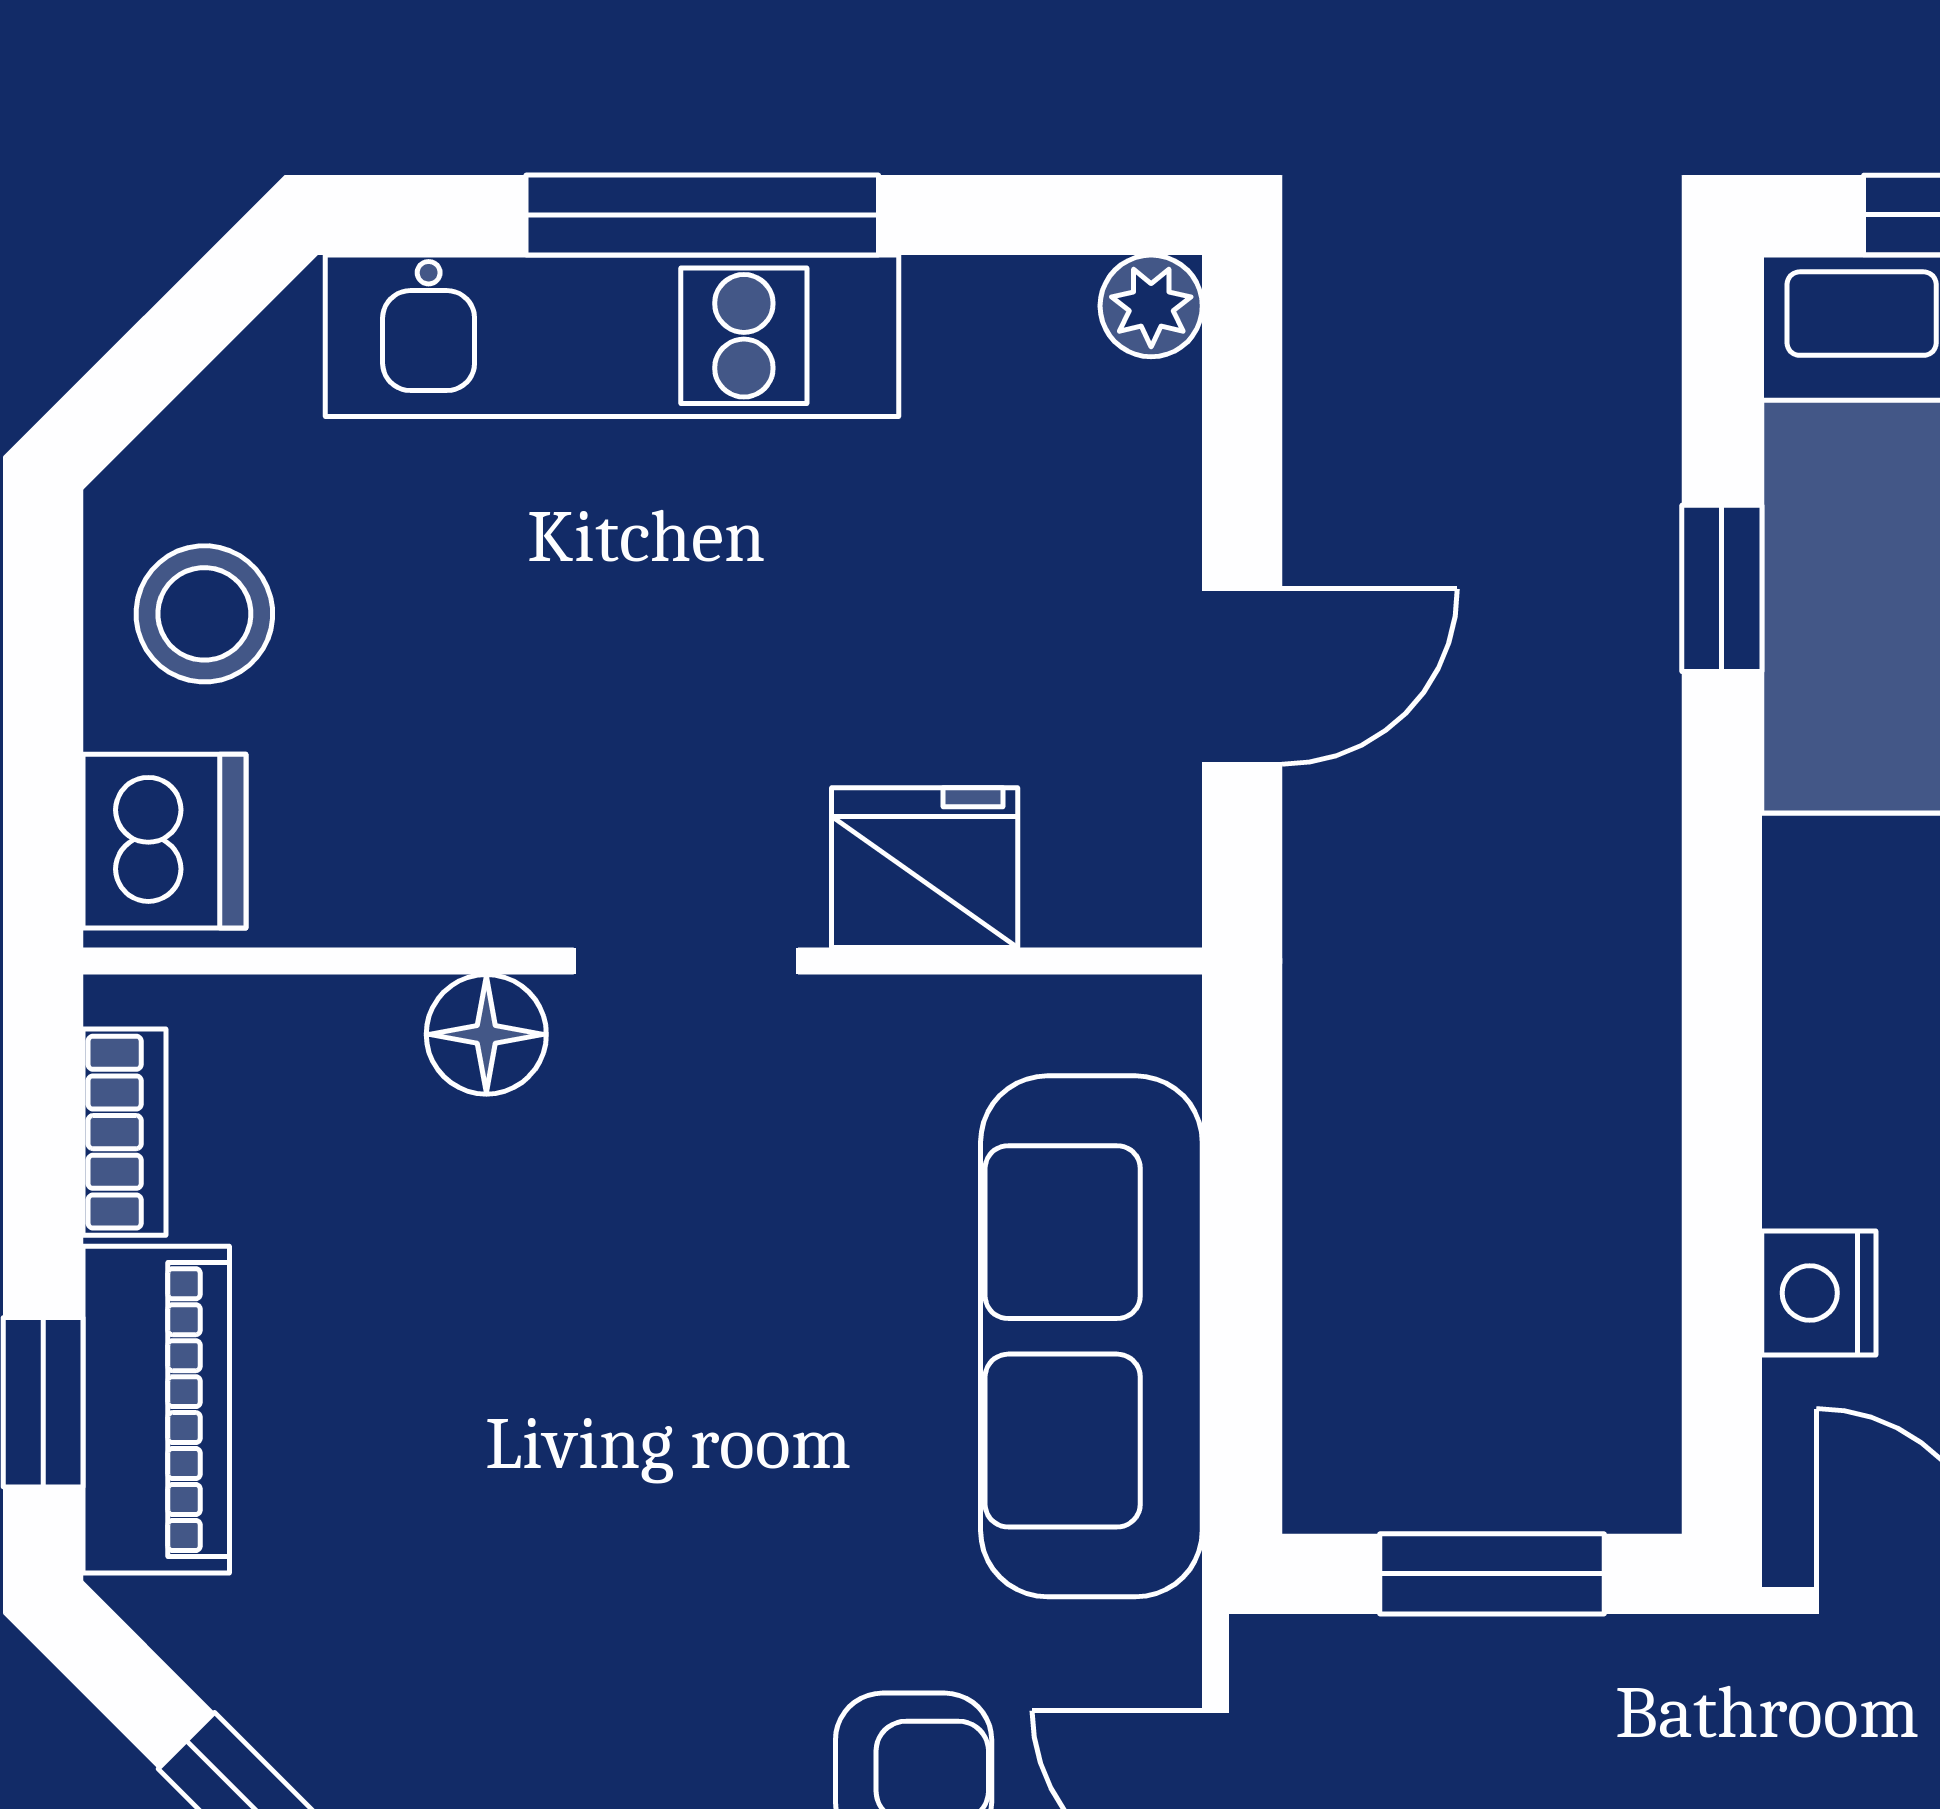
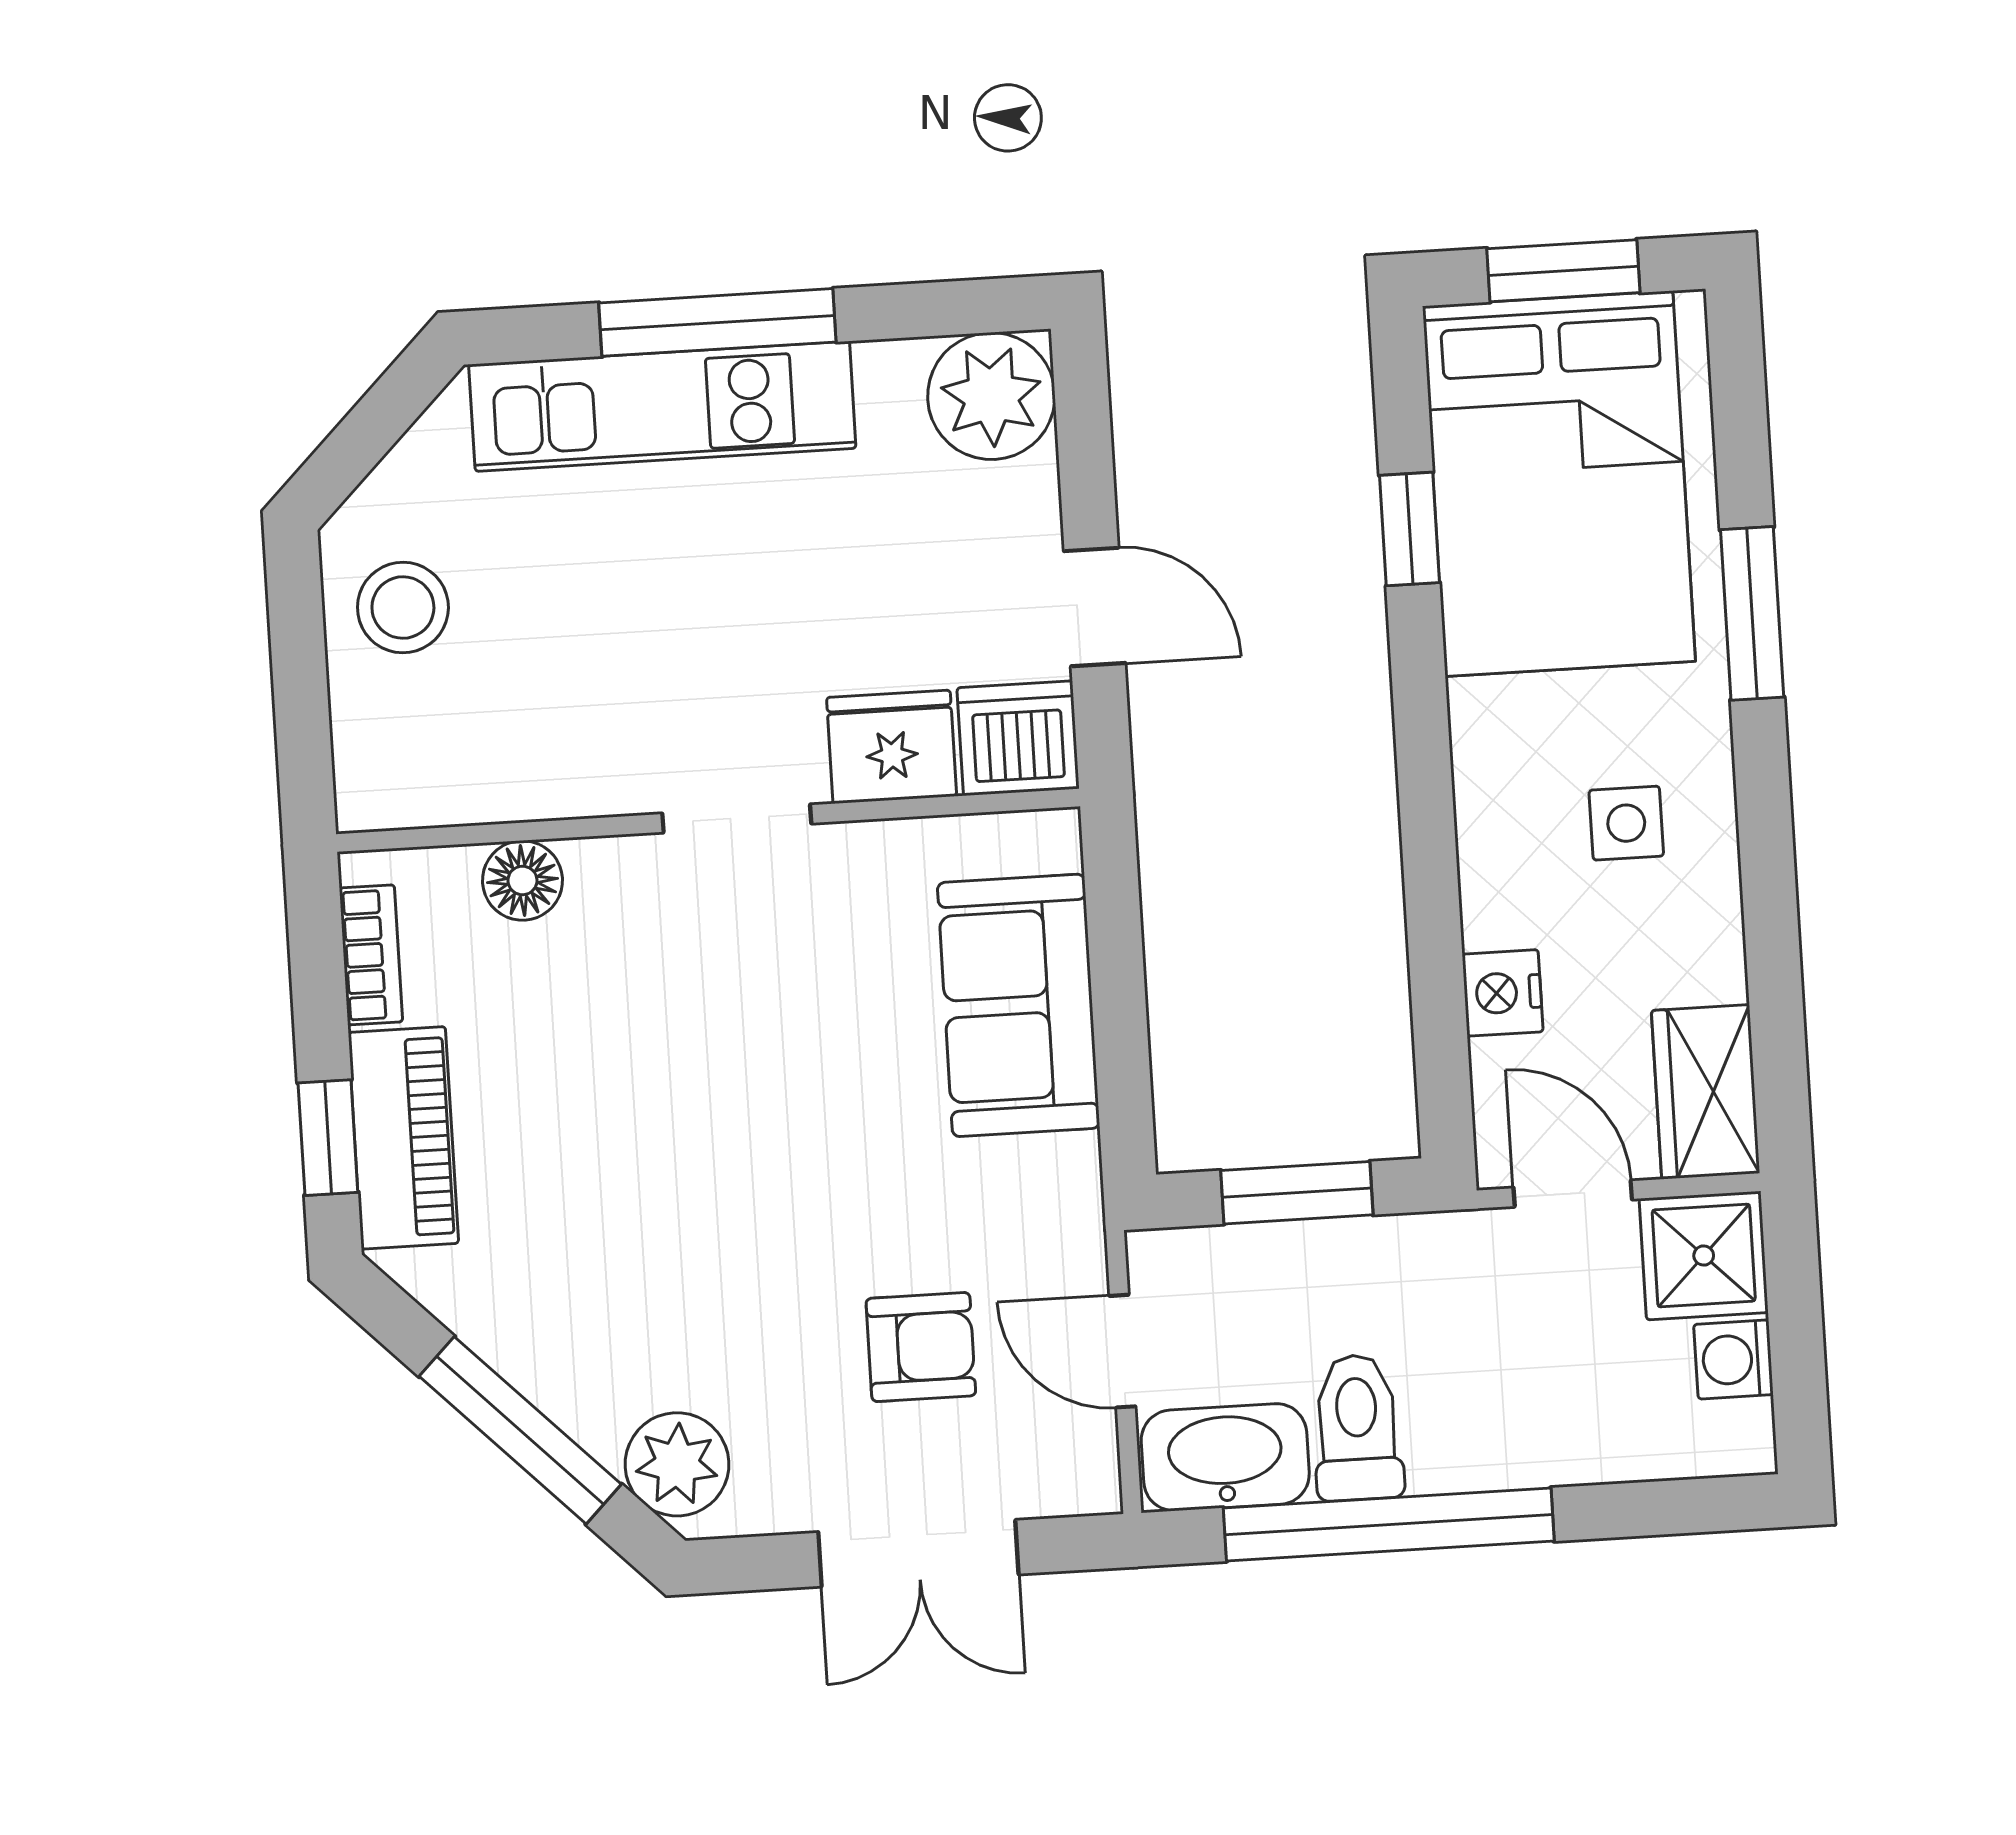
plant: (1151, 306) -> (991, 396), width x1.87, depth x1.87
door: (1242, 676) -> (1095, 607), hinge flipped
dishwasher: (165, 841) -> (1018, 738), moved, turned -90
floor lamp: (486, 1034) -> (522, 880), moved
sofa: (1091, 1336) -> (1019, 1005), width x0.73

